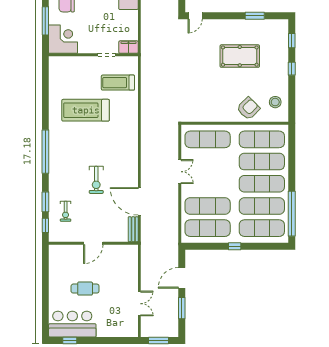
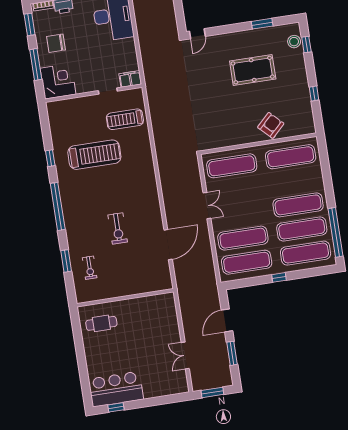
window: (292, 69) -> (314, 93), moved
stool: (275, 102) -> (294, 42), moved
treadmill: (86, 110) -> (94, 155), turned 180
exercise mat: (262, 162) -> (294, 181), removed
door: (139, 201) -> (168, 245), swing flipped
window: (45, 225) -> (50, 158), moved
bench: (133, 229) -> (166, 276), removed
door: (93, 243) -> (125, 298), removed
cafe table: (85, 289) -> (101, 323), moved
double door: (139, 304) -> (185, 355), swing flipped

